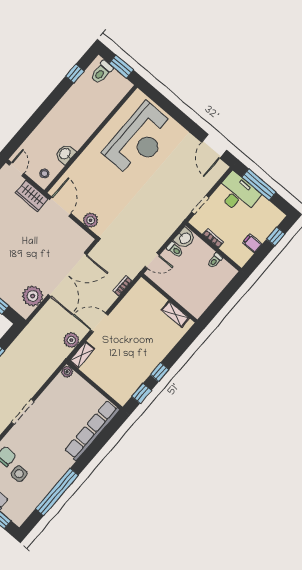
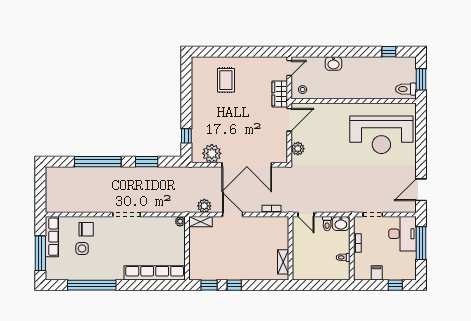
toilet: (102, 72) -> (406, 89), moved
washbasin: (65, 154) -> (333, 64), moved, turned 180

